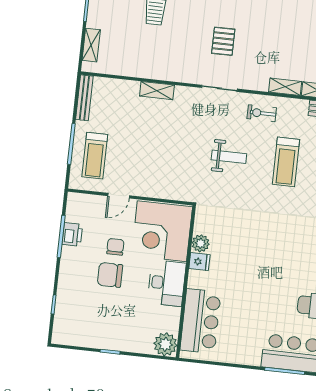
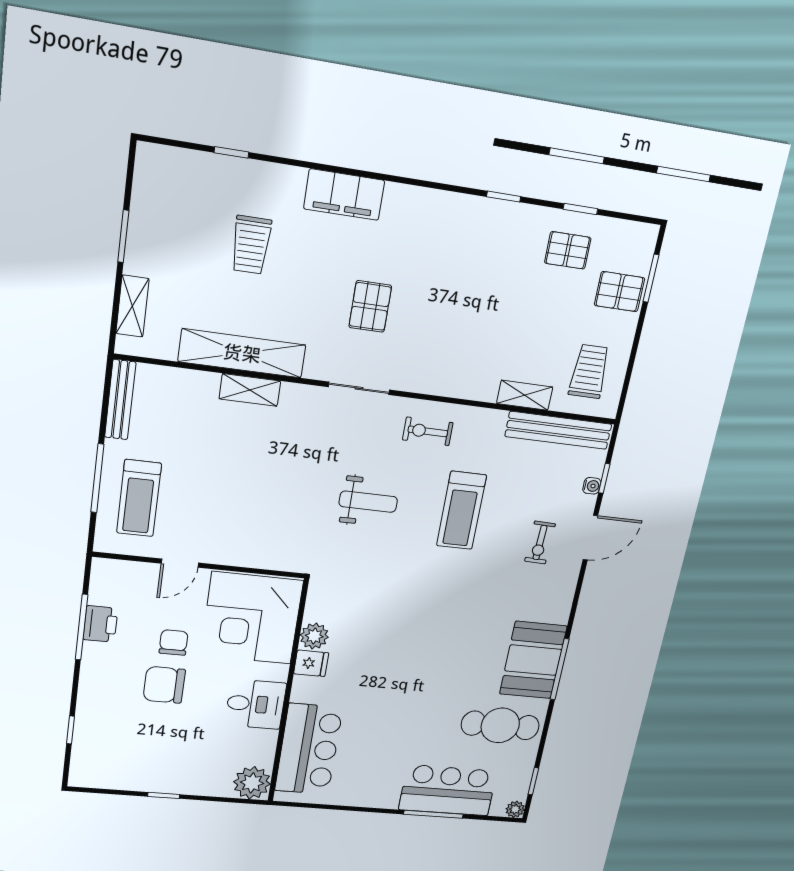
shelving: (285, 87) -> (242, 353), moved, width x2.20, depth x1.33
desk: (167, 283) -> (256, 704), width x0.73

